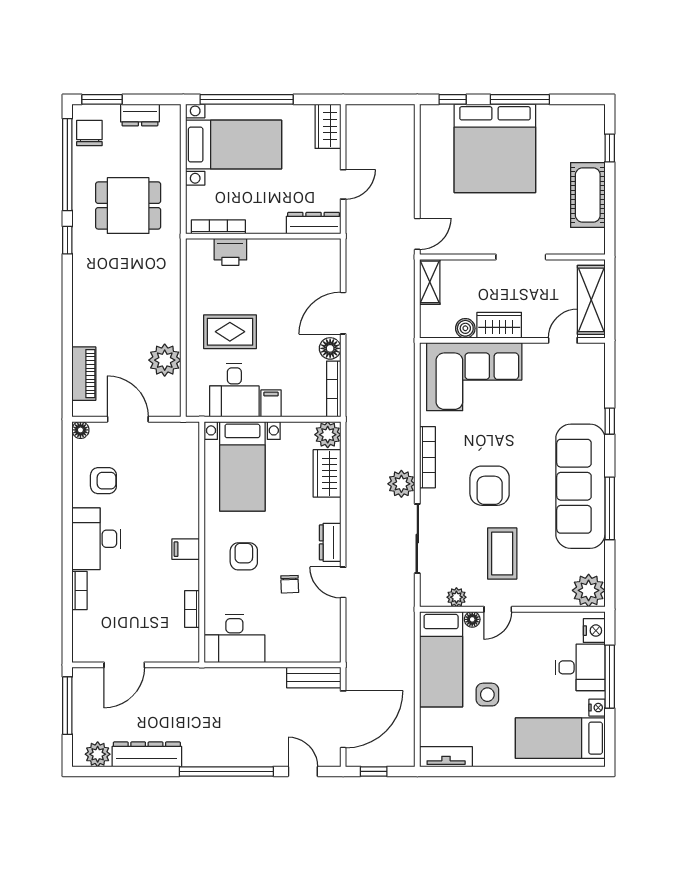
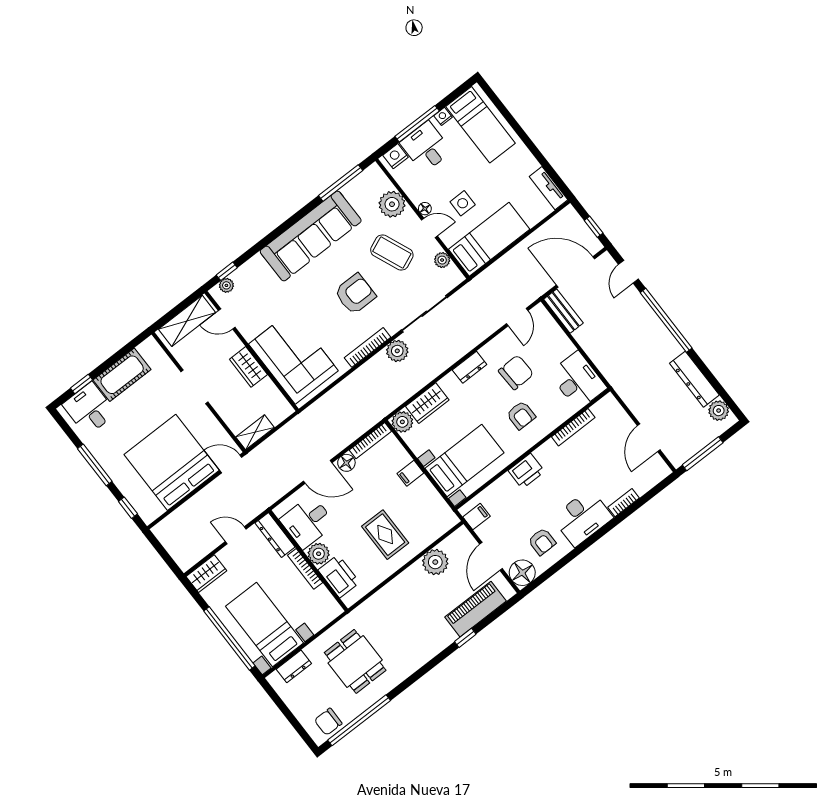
window: (102, 99) -> (301, 730), removed
dresser: (140, 115) -> (294, 666), moved, turned 90
desk: (579, 137) -> (89, 409), added
bed: (495, 148) -> (172, 462), moved, turned -90
bookcase: (218, 227) -> (305, 569), moved
window: (67, 240) -> (465, 638), moved
printer: (230, 252) -> (339, 576), width x1.37, depth x1.19
plant: (262, 252) -> (319, 554), added
boiler: (465, 328) -> (267, 387), removed
plant: (596, 366) -> (226, 285), added
piano: (84, 374) -> (476, 609), width x1.37, depth x1.33
desk: (234, 390) -> (307, 522), moved, turned 180
window: (610, 421) -> (227, 271), moved
floor lamp: (80, 430) -> (522, 573), width x1.89, depth x1.89
armchair: (103, 481) -> (542, 542), turned 180
window: (610, 508) -> (341, 183), moved
printer: (185, 519) -> (526, 471), added
filing cabinet: (186, 549) -> (476, 517), moved, turned -90
coffee table: (502, 553) -> (392, 253), turned 67
armchair: (244, 556) -> (521, 415), turned -90
door: (343, 582) -> (517, 317), moved
chair: (290, 584) -> (516, 372), width x1.87, depth x1.87
plant: (589, 590) -> (392, 204), moved
bookcase: (192, 609) -> (573, 427), width x1.56
floor lamp: (472, 619) -> (425, 209), moved
door: (124, 665) -> (649, 438), swing flipped
side table: (487, 695) -> (463, 203), moved

